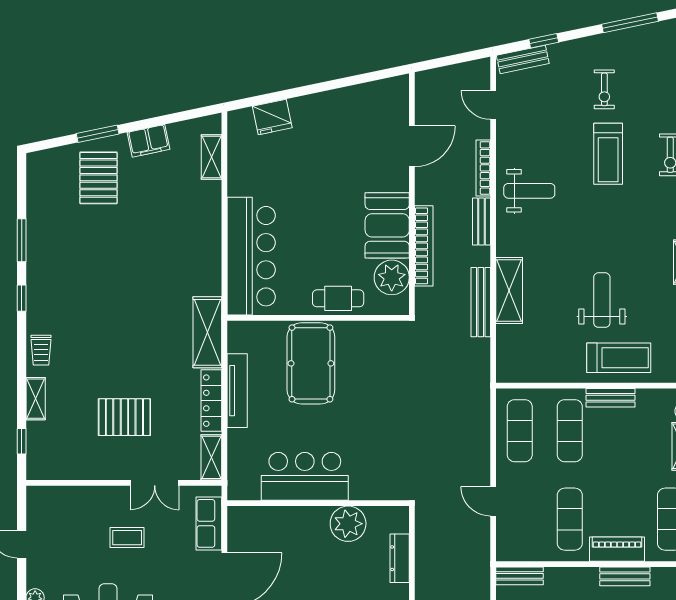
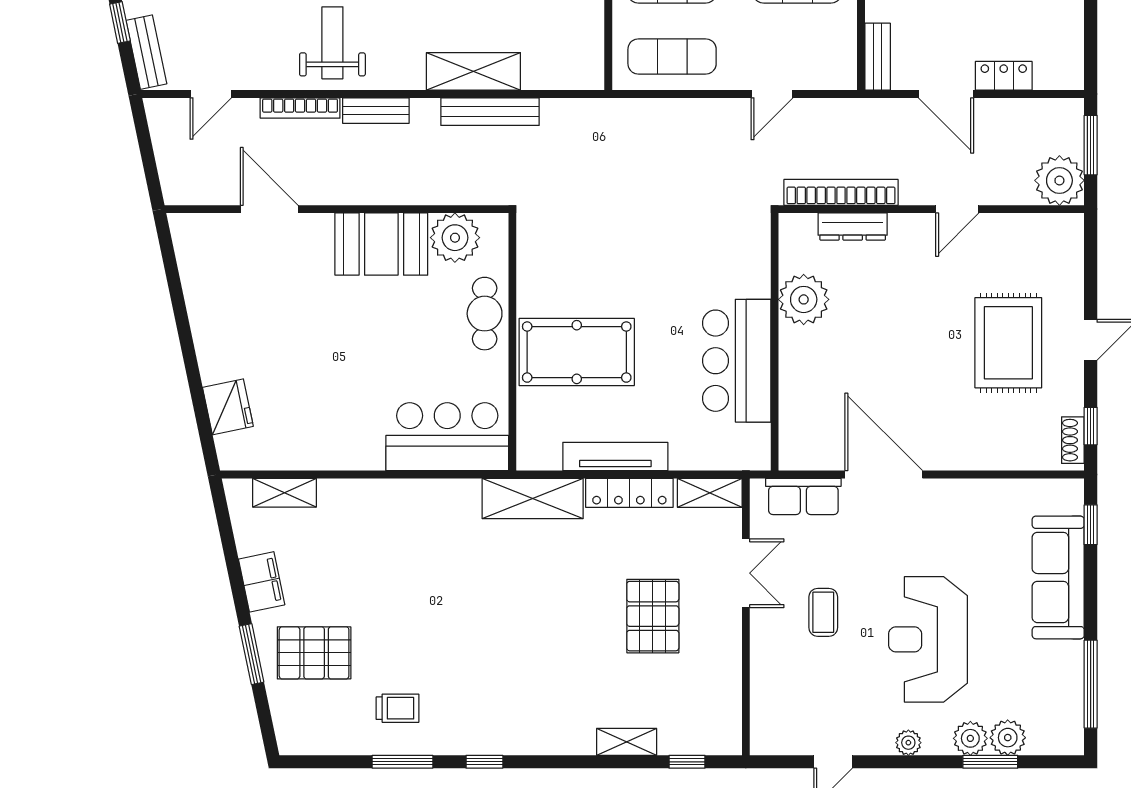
bookcase: (424, 246) -> (841, 192), moved
bar counter: (251, 256) -> (447, 437), width x0.73
trolley: (41, 350) -> (398, 708), moved

